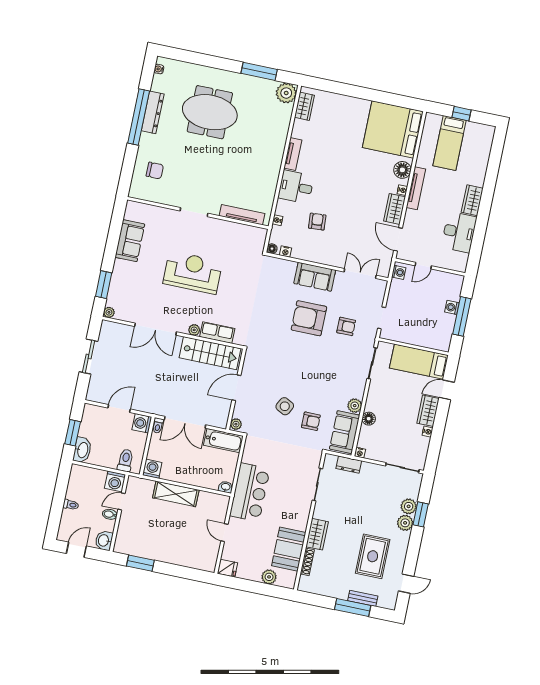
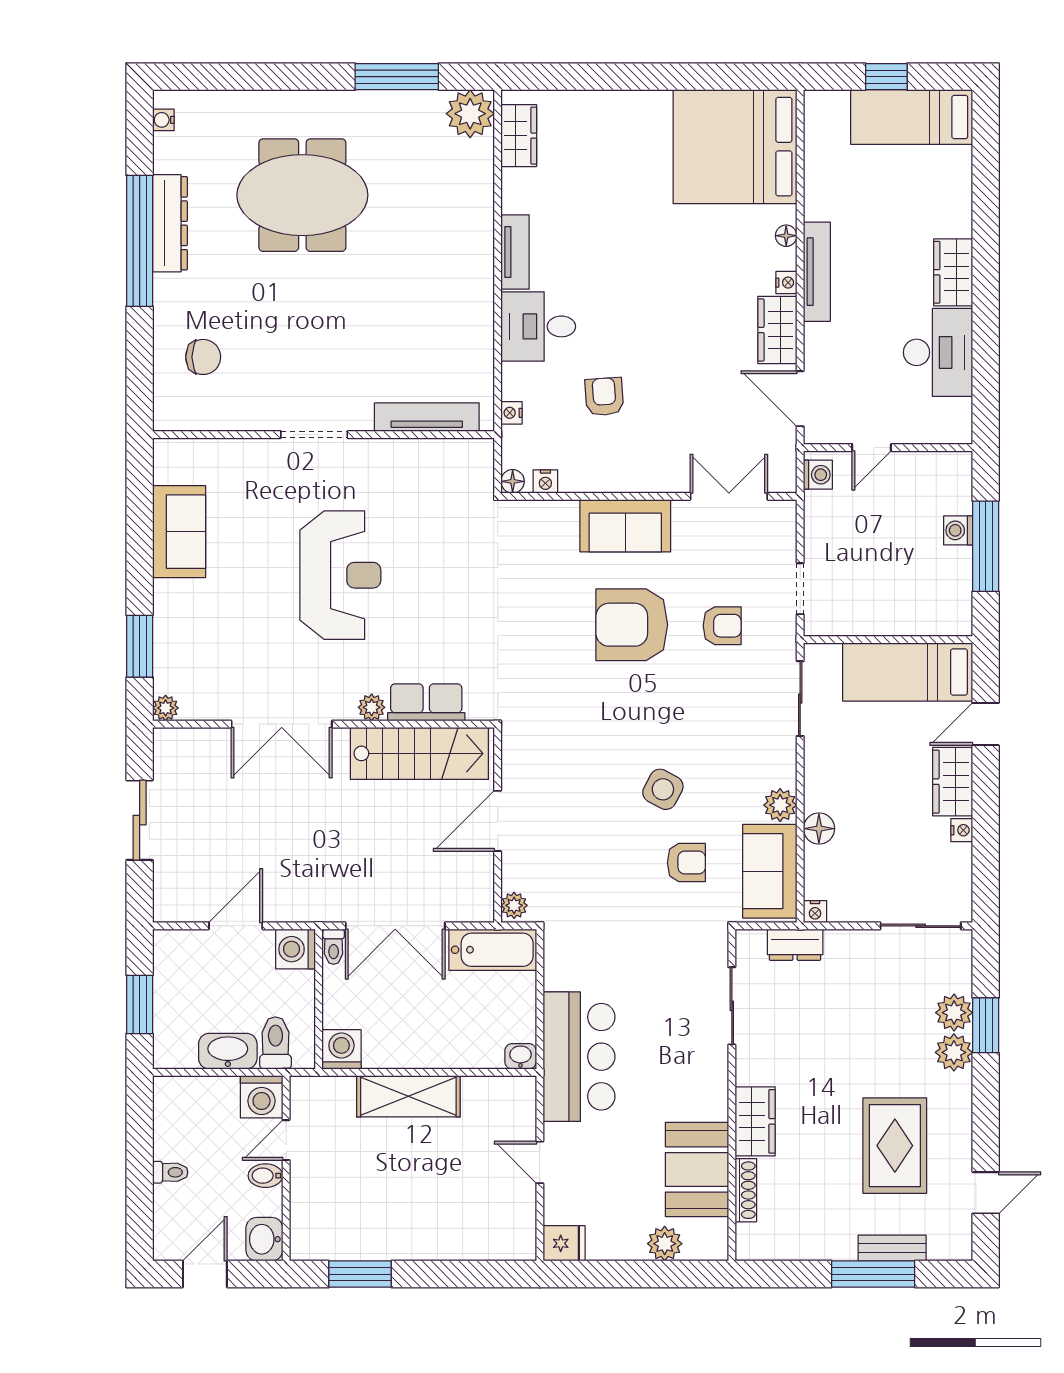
bed: (450, 143) -> (912, 117), moved, turned 90
floor lamp: (402, 170) -> (786, 236), width x0.53, depth x0.53
reception desk: (193, 273) -> (340, 575), turned 90
side table: (285, 406) -> (663, 789), moved
washbasin: (82, 450) -> (228, 1051), moved, turned -90

